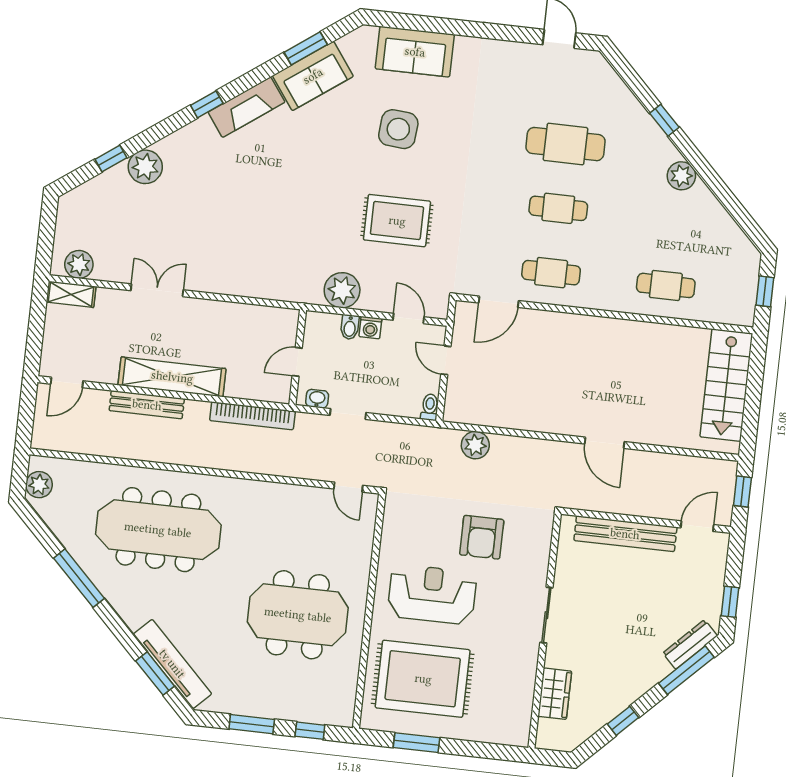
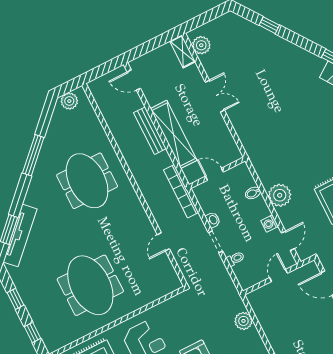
plant: (145, 167) -> (277, 47), removed
bidet: (350, 327) -> (253, 193), moved
wall: (298, 357) -> (217, 173), moved
door: (297, 362) -> (214, 174), moved
toilet: (430, 407) -> (235, 259), moved
door: (348, 487) -> (163, 242), moved
meeting table: (158, 530) -> (87, 181), width x0.73
window: (252, 724) -> (16, 299), width x0.67

